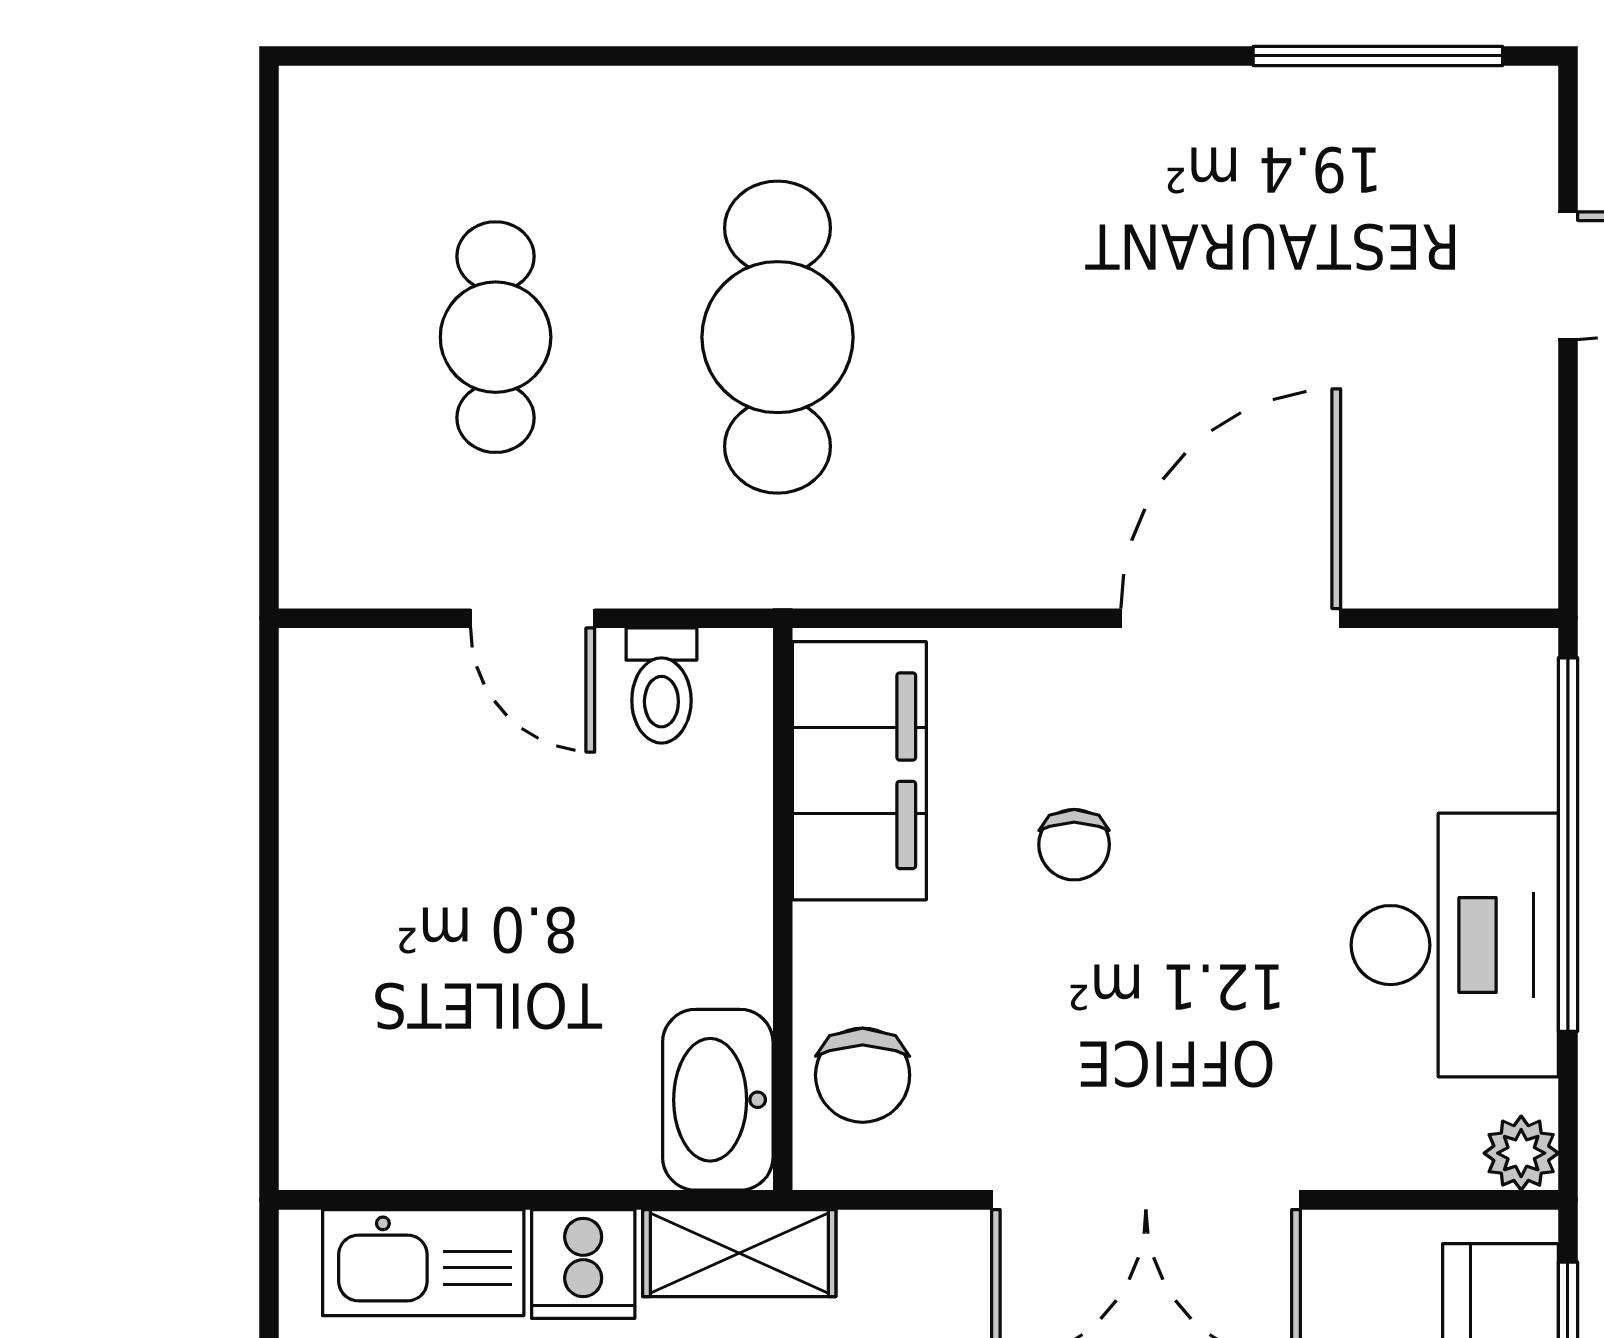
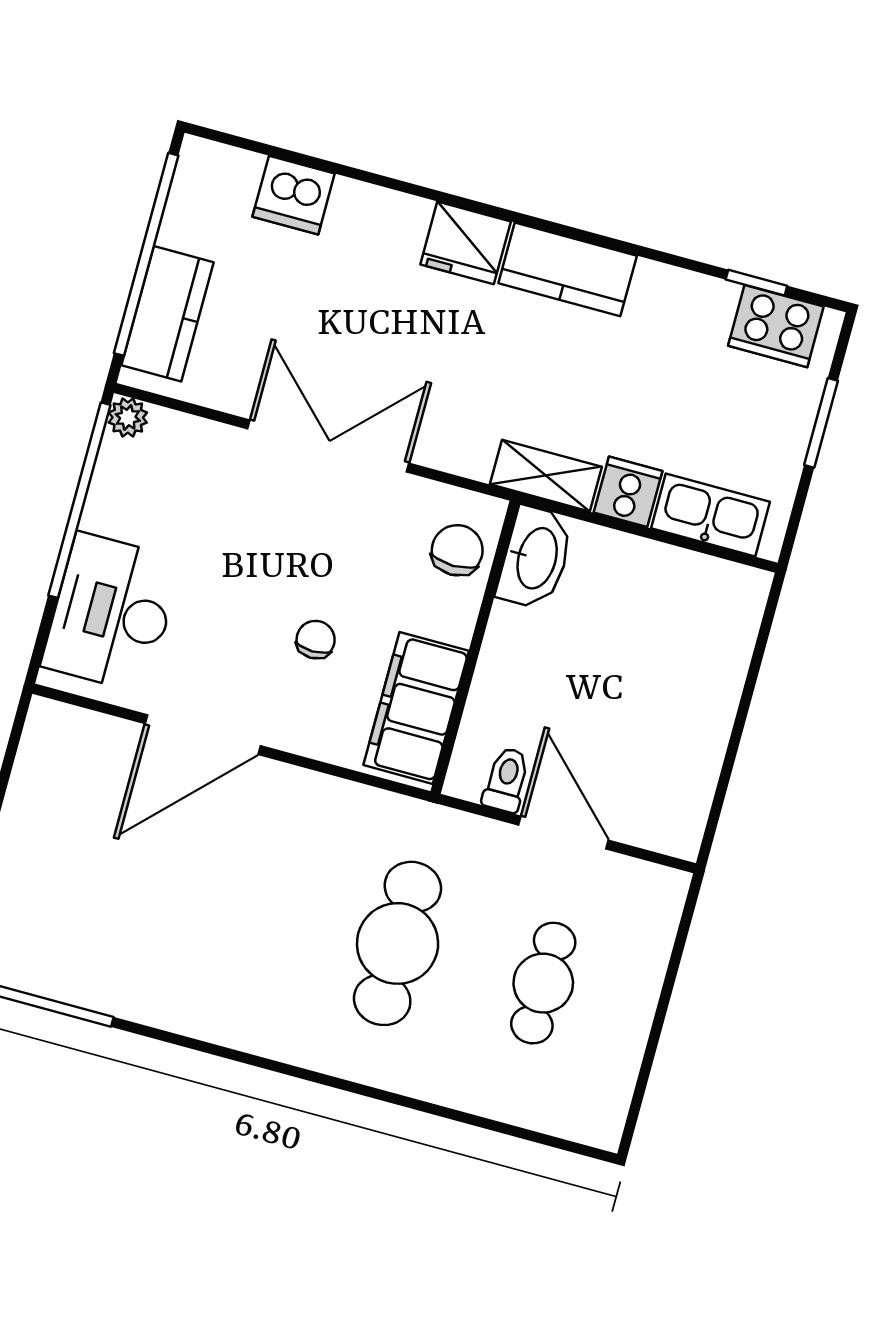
door: (533, 618) -> (564, 833), width x1.38
window: (1568, 845) -> (79, 500), moved
desk: (1455, 945) -> (112, 613), moved

